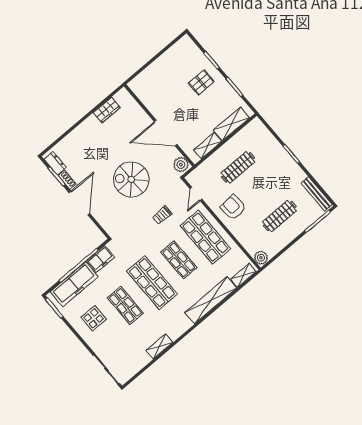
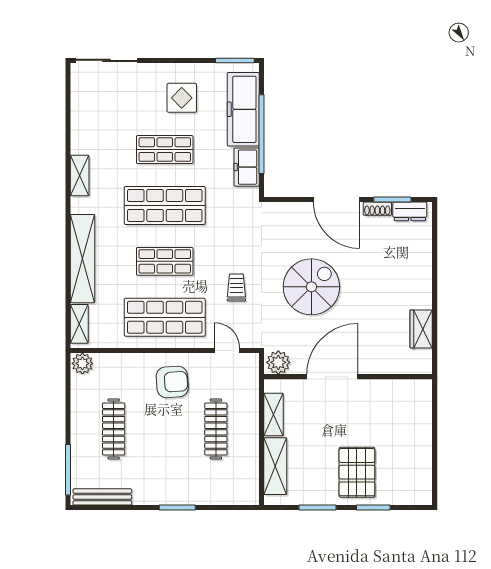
pallet: (201, 82) -> (357, 472), width x1.50, depth x1.42
shelving: (159, 346) -> (80, 175), moved

